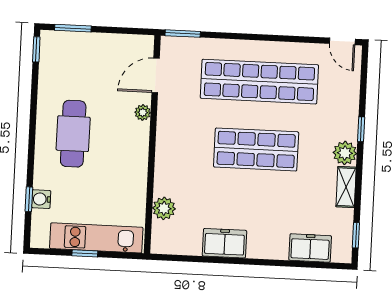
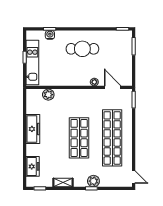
door: (342, 41) -> (134, 177), swing flipped
plant: (345, 153) -> (93, 181), moved
freezer: (224, 243) -> (33, 129), width x1.40

